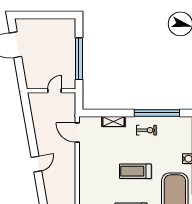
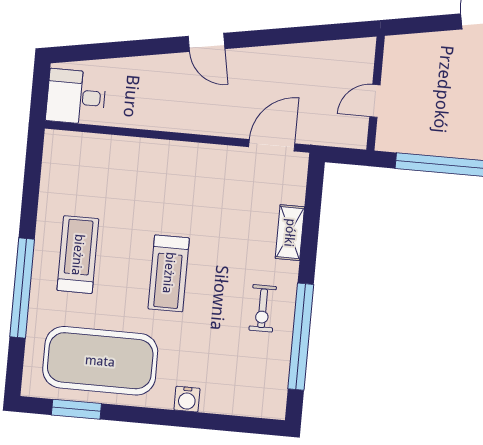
door: (55, 91) -> (375, 101), swing flipped
treadmill: (135, 171) -> (169, 273), turned 180

